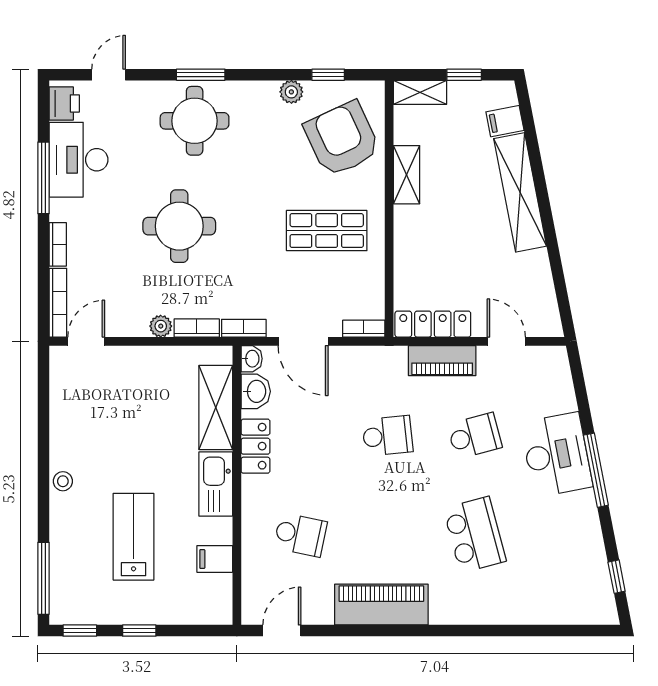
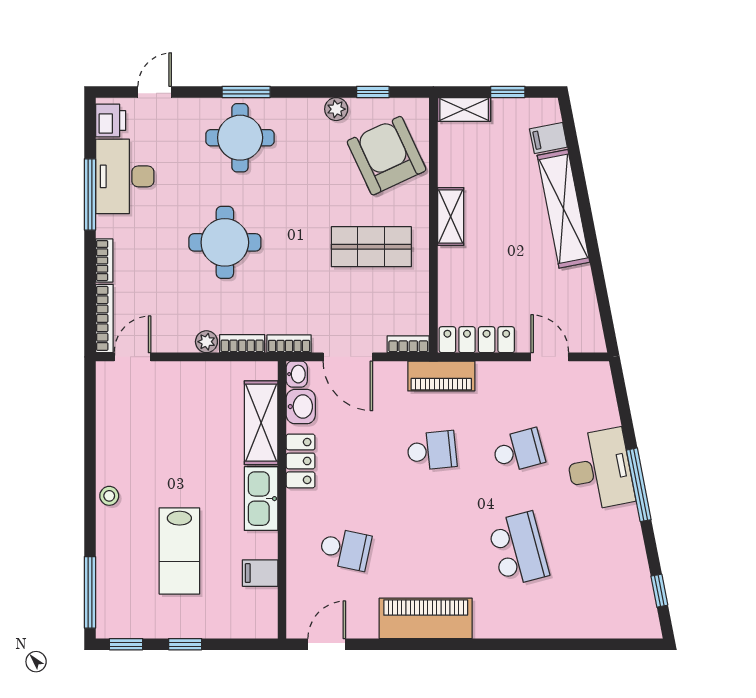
shelving: (407, 175) -> (451, 216), moved
piano: (442, 361) -> (441, 376), moved
lab bench: (134, 537) -> (179, 551), turned 180

